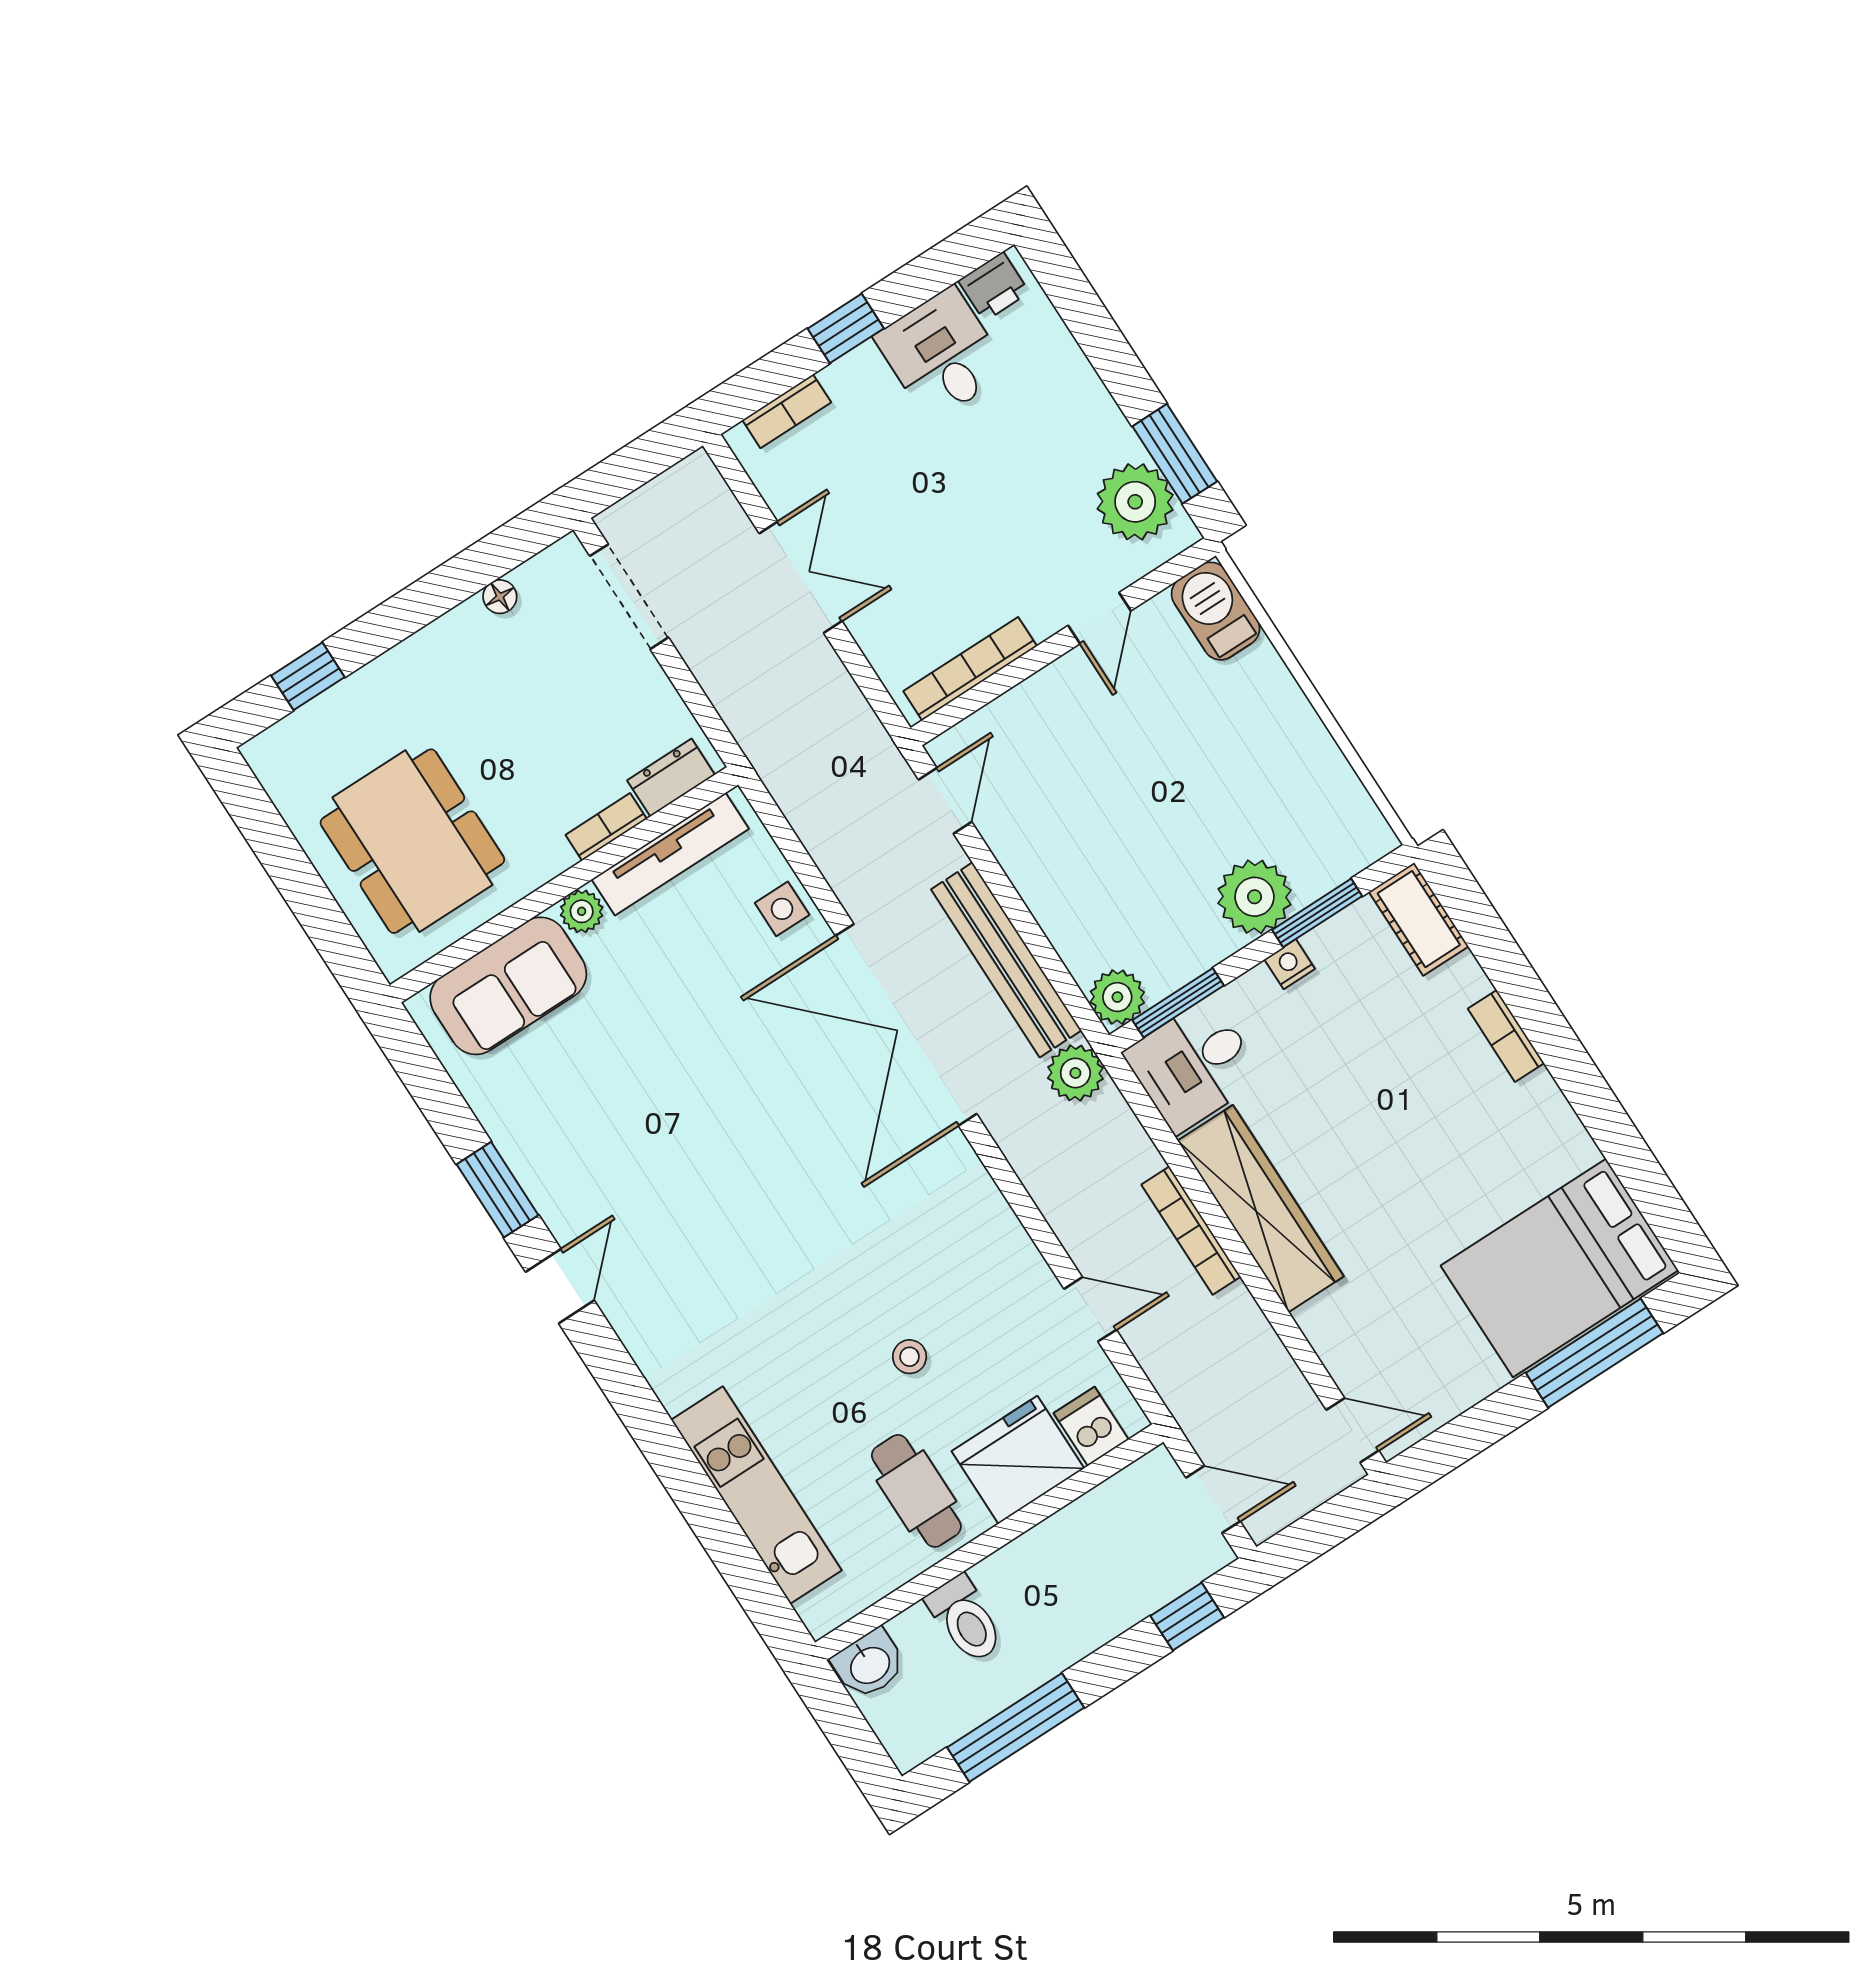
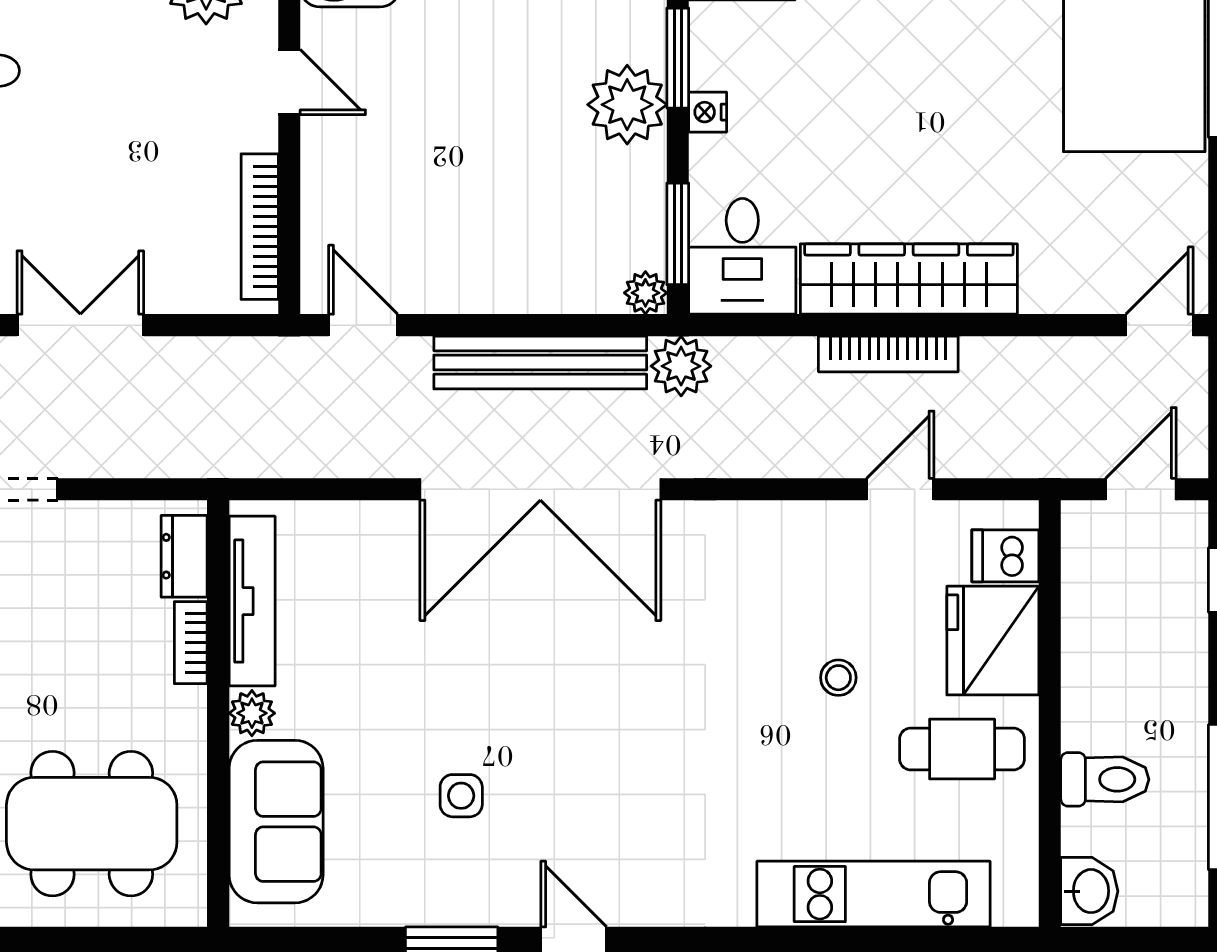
side table: (782, 909) -> (461, 796), moved
plant: (1117, 997) -> (645, 293), width x0.73, depth x0.73

